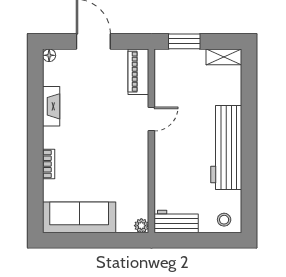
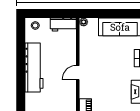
door: (151, 119) -> (78, 73), moved

